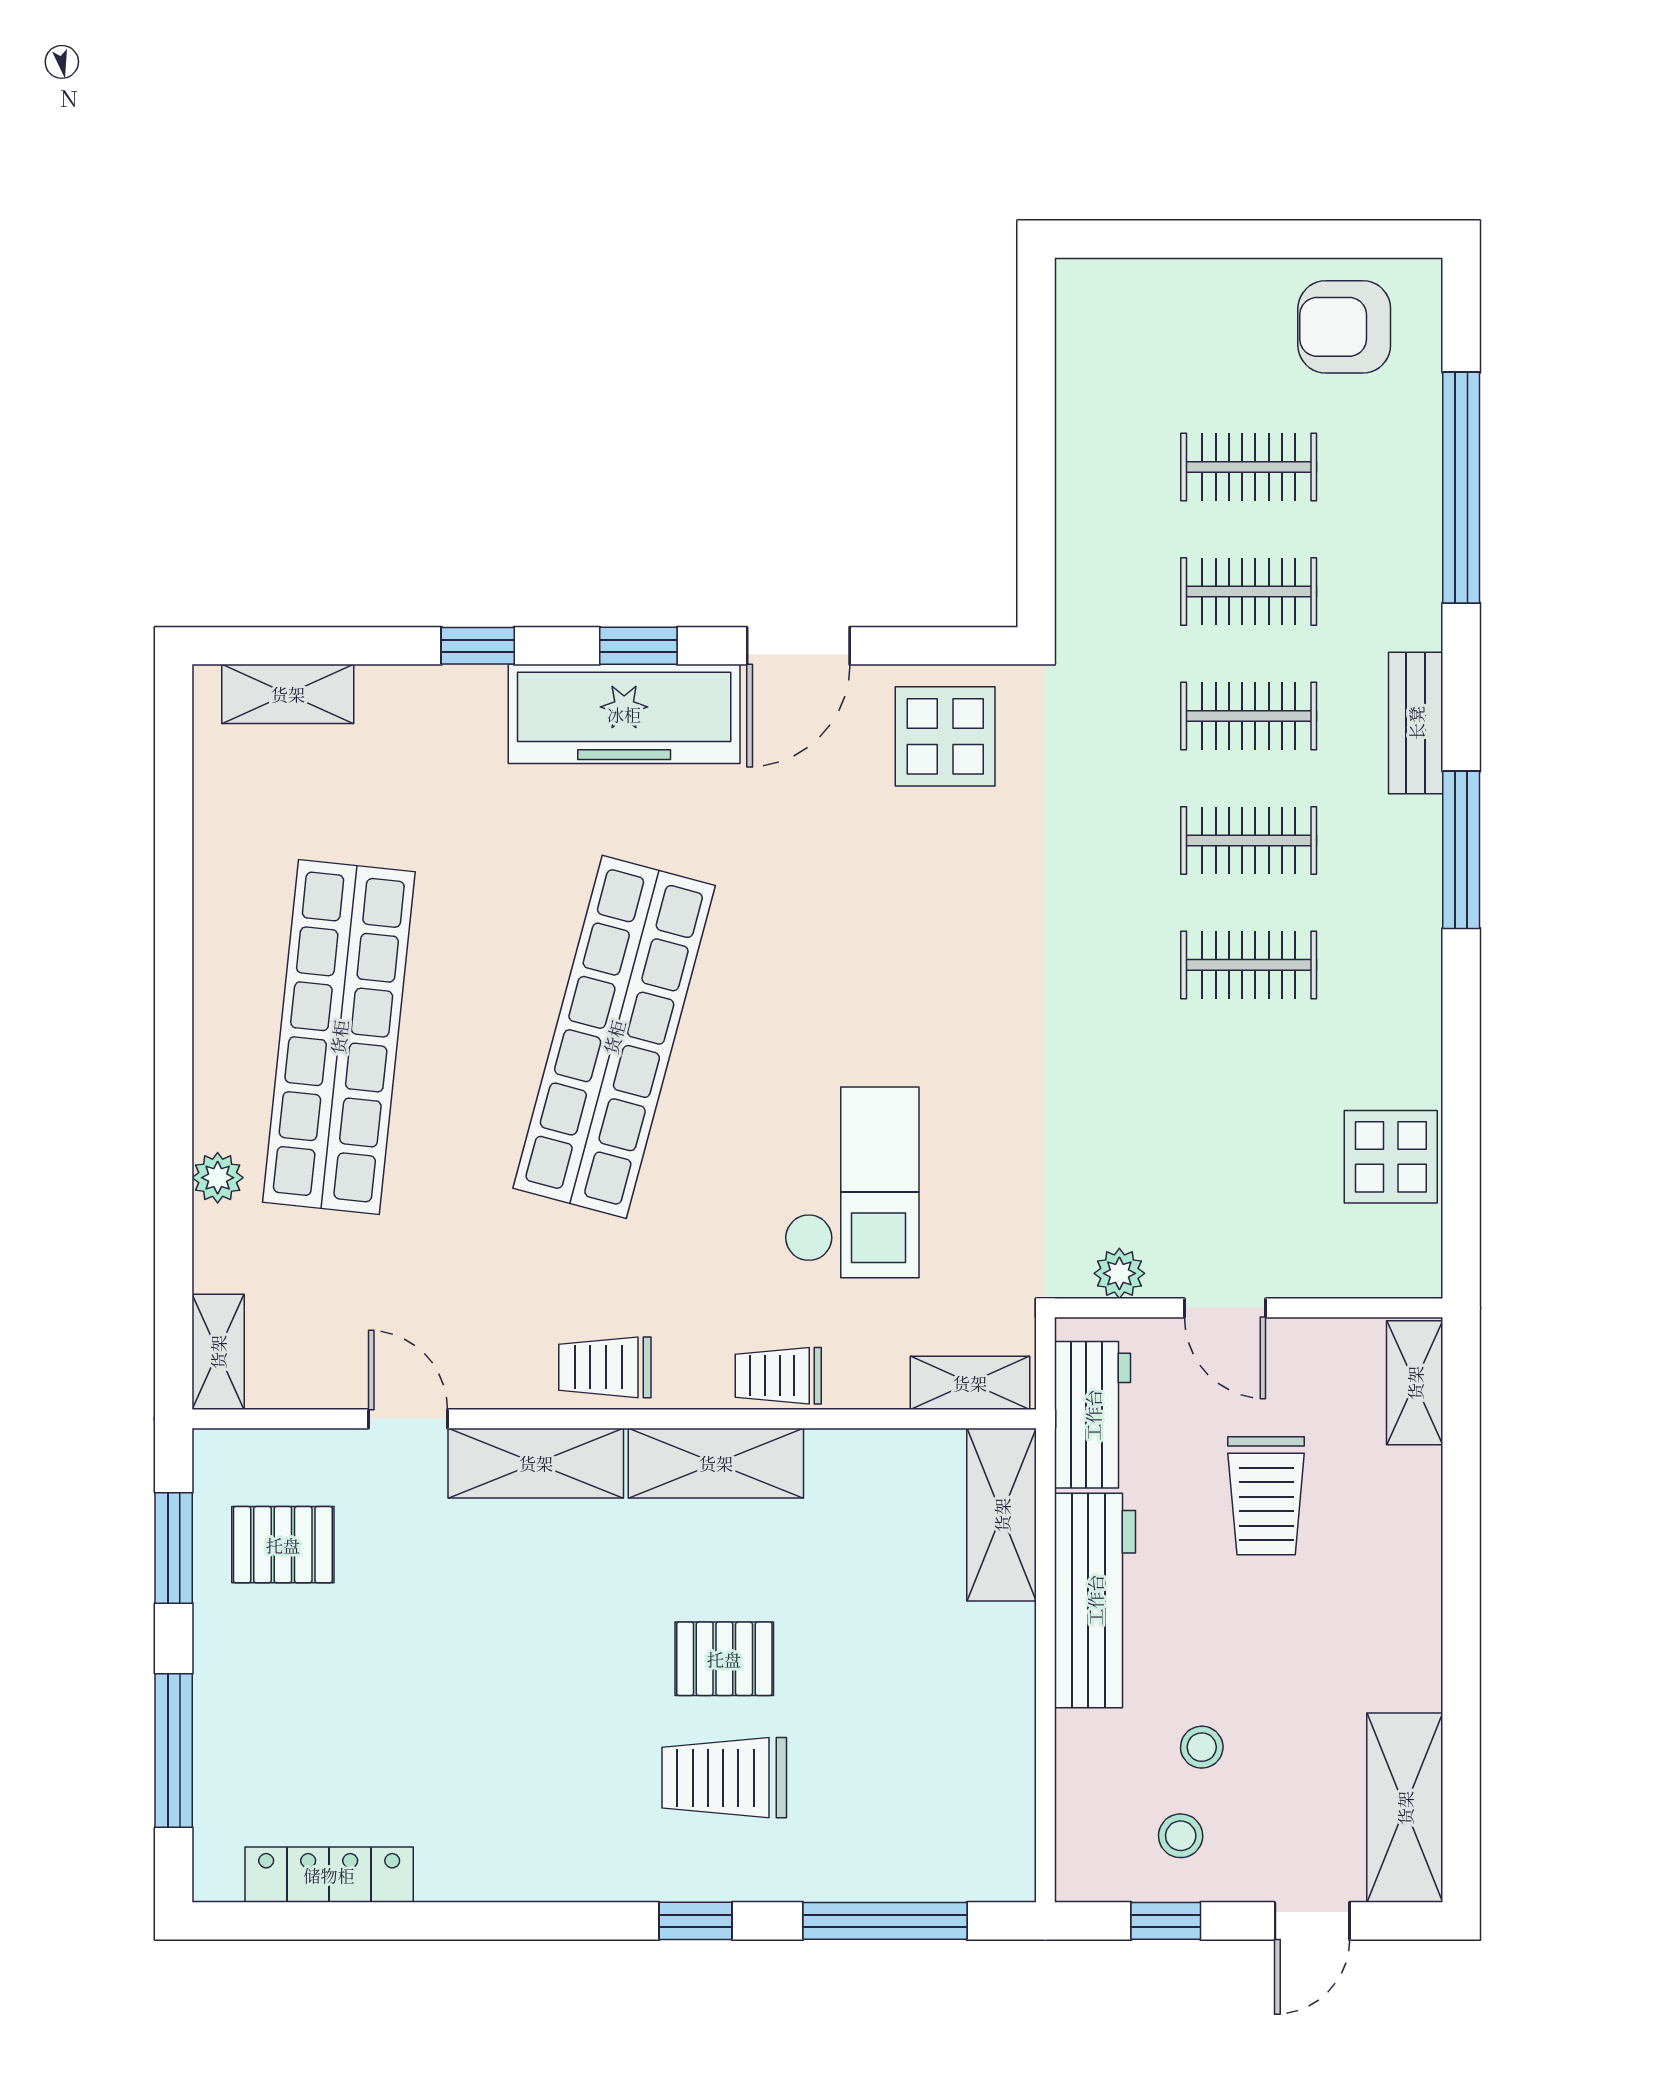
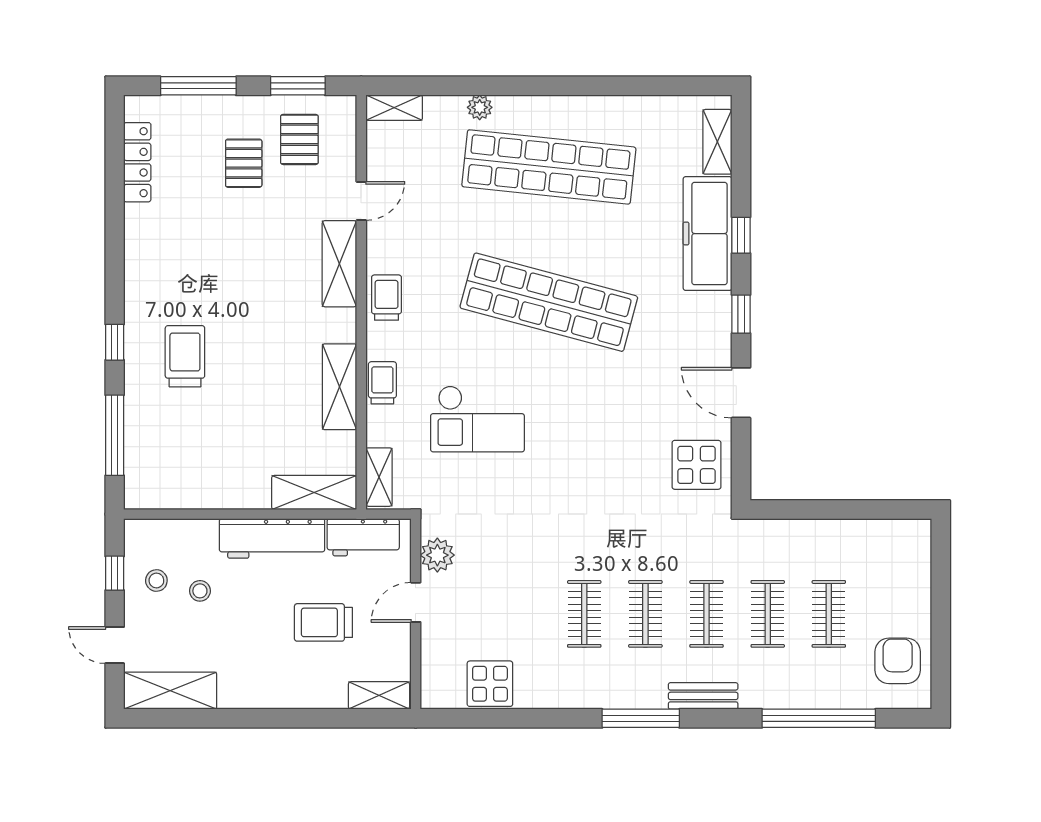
freezer: (624, 714) -> (708, 234), moved
plant: (1119, 1273) -> (437, 555), width x1.38, depth x1.38
shelving: (716, 1463) -> (339, 387), moved
pallet: (724, 1659) -> (244, 163), moved

